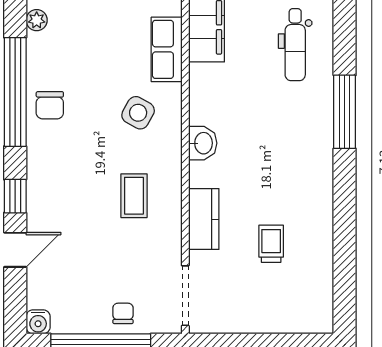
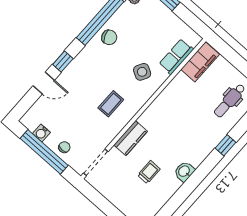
chair: (50, 105) -> (109, 37), turned -111
window: (345, 112) -> (225, 145), width x0.46
washbasin: (203, 143) -> (184, 171), moved, turned 180
water cooler: (38, 322) -> (41, 133), moved

